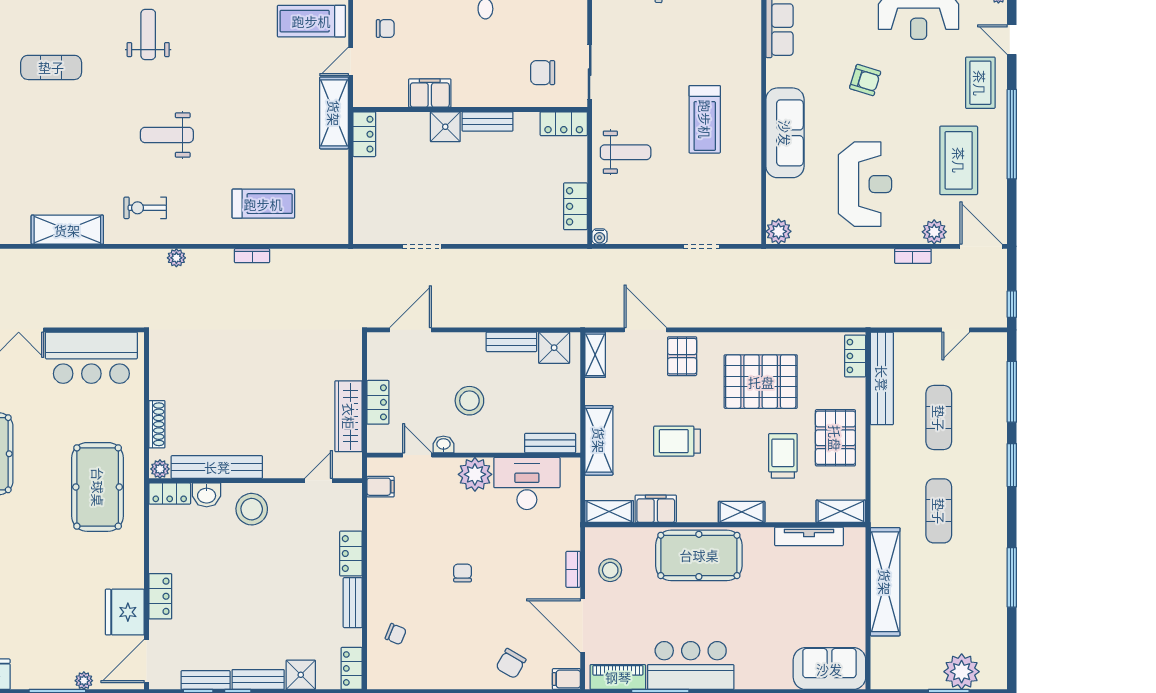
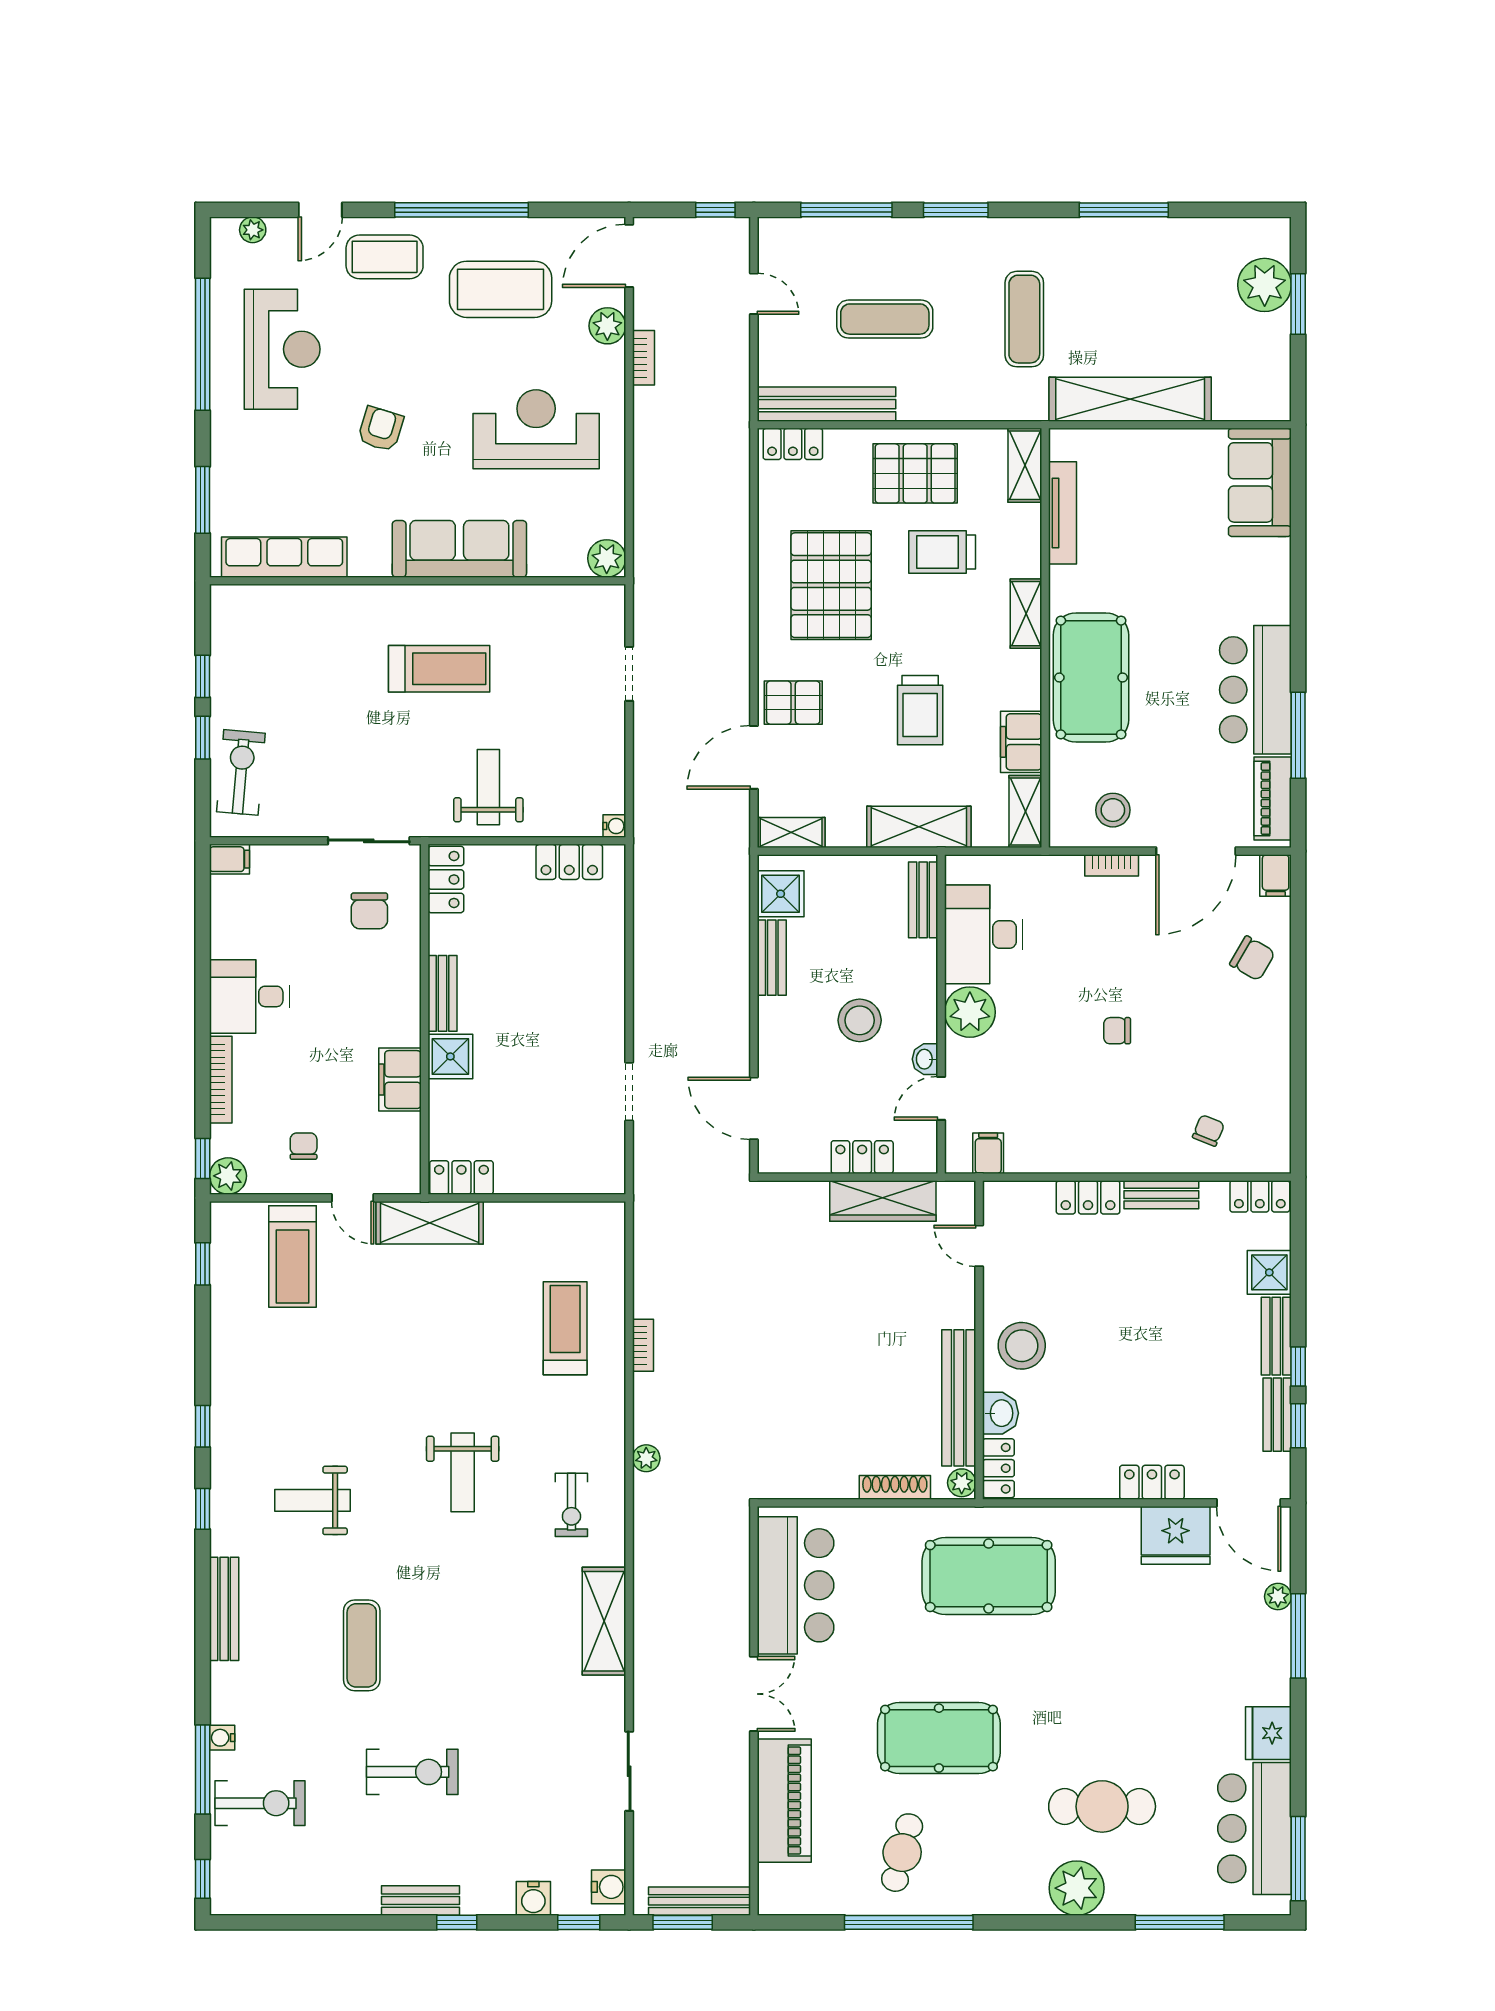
exercise mat: (939, 511) -> (1024, 319), turned 90

